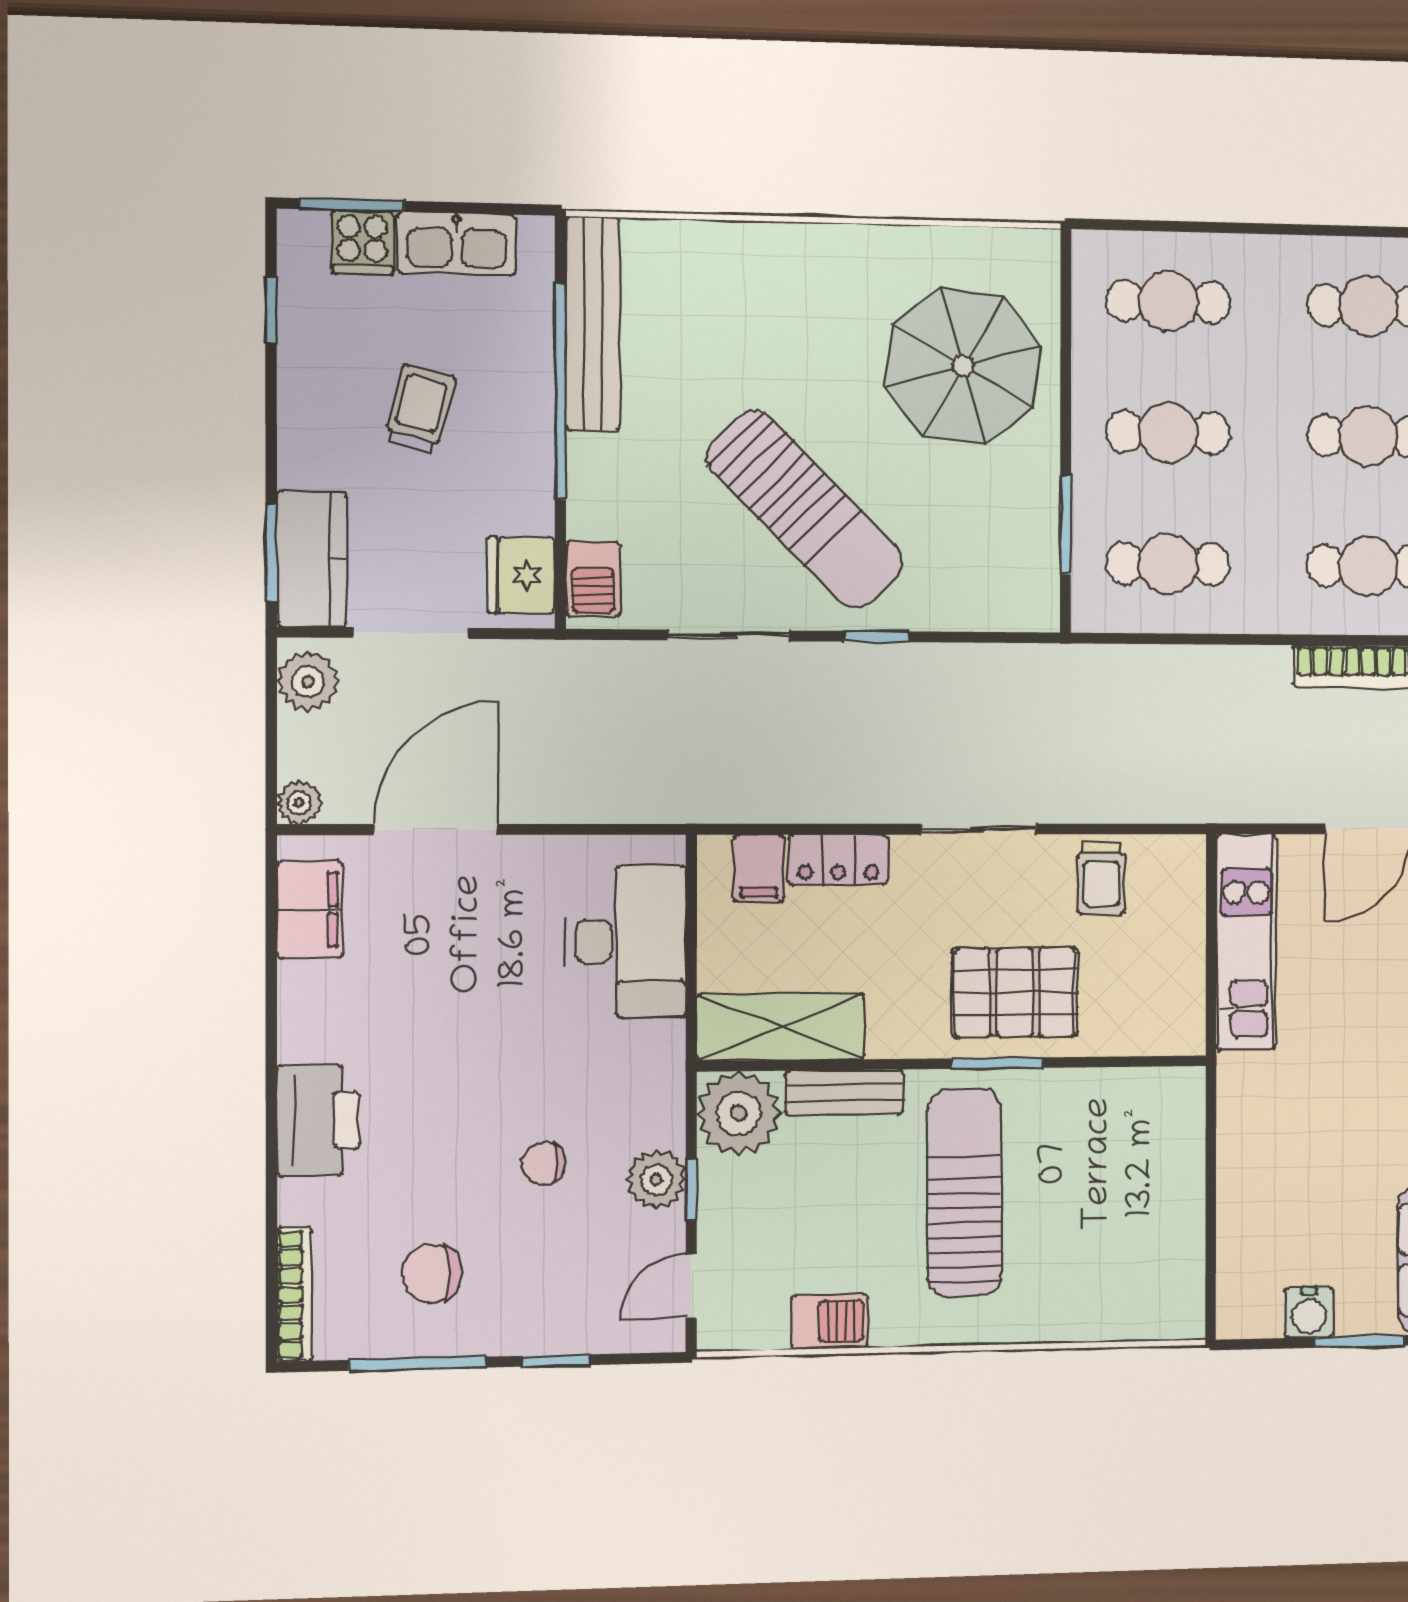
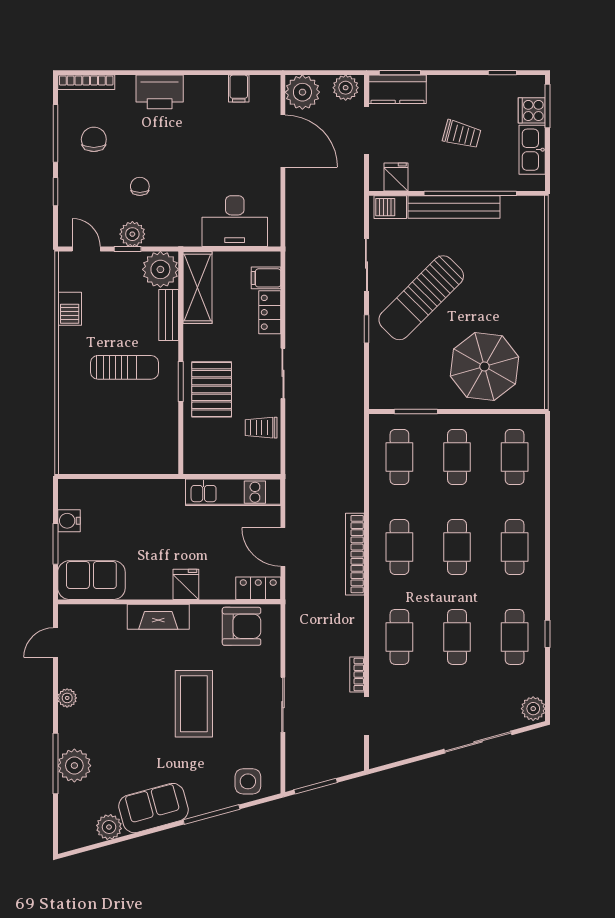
bench: (593, 324) -> (454, 207), moved
fridge: (521, 575) -> (396, 177), width x0.72
plant: (299, 802) -> (302, 92), width x1.88, depth x1.88
filing cabinet: (310, 910) -> (239, 89), width x0.50
sun lounger: (964, 1193) -> (124, 367), width x0.73, depth x0.75

